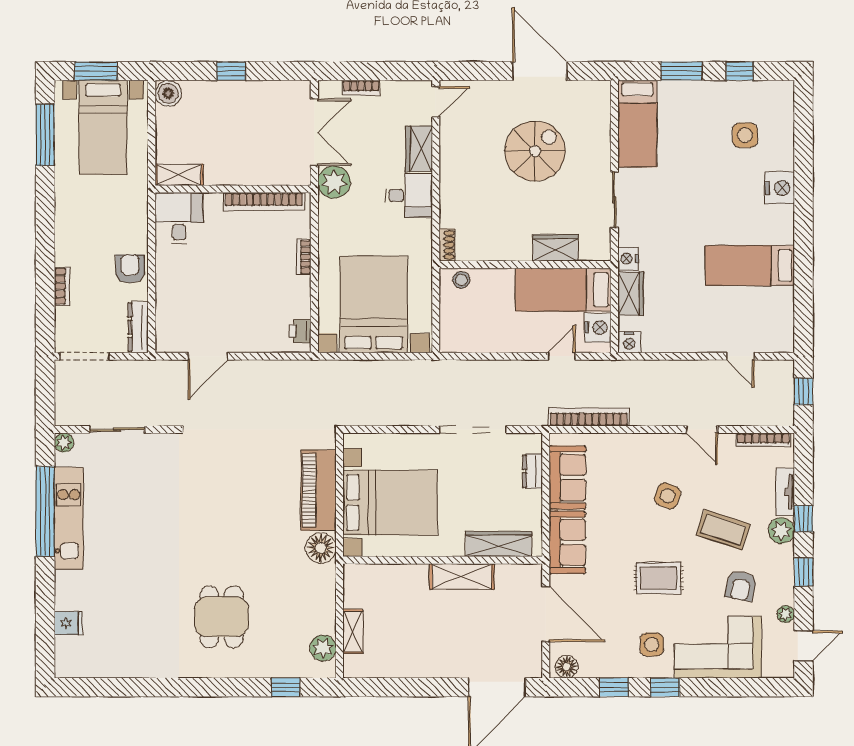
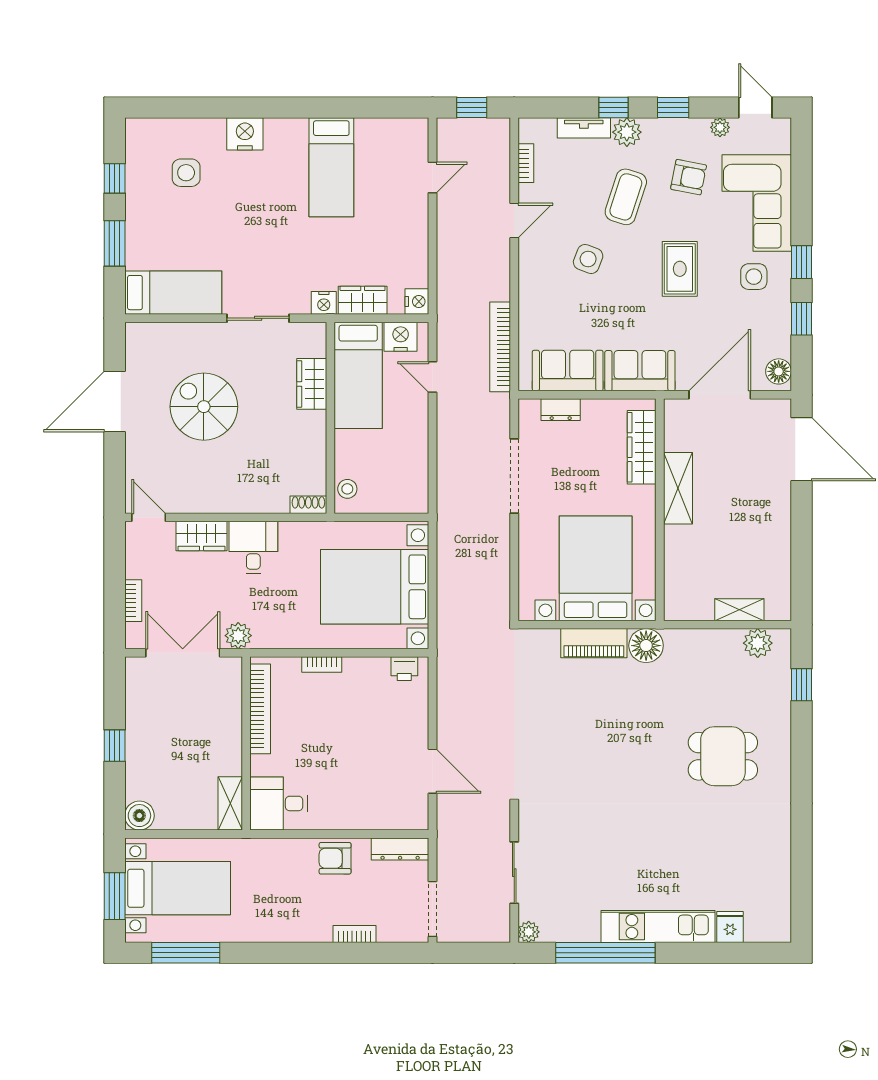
plant: (334, 182) -> (238, 636), width x0.73, depth x0.73
bookcase: (763, 440) -> (526, 163), width x0.64
piano: (319, 490) -> (594, 643), width x0.73, depth x0.75
kitchen unit: (69, 518) -> (658, 927), moved

